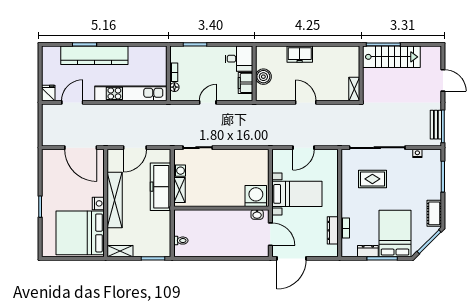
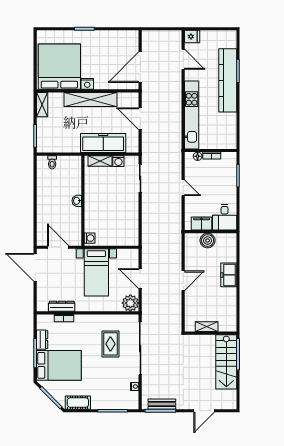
shelving: (354, 89) -> (207, 327), moved
plant: (329, 158) -> (130, 303), added
washing machine: (256, 196) -> (90, 238), width x0.53, depth x0.53
washbasin: (257, 214) -> (77, 201), moved
door: (270, 234) -> (58, 247), swing flipped

